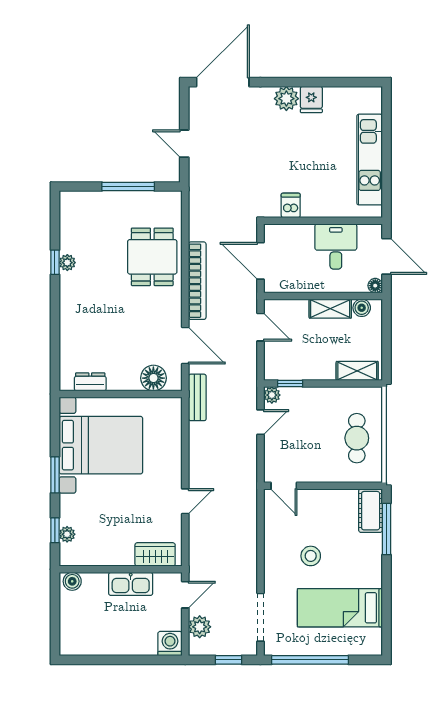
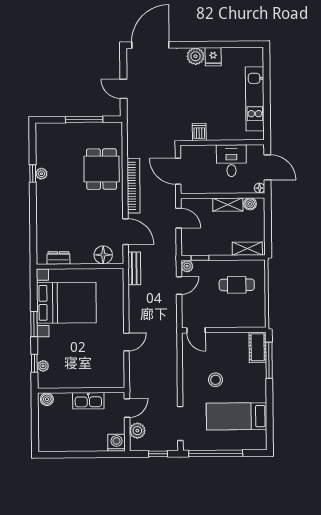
cafe table: (357, 438) -> (237, 285), moved, turned 90
wardrobe: (155, 554) -> (105, 380), removed

